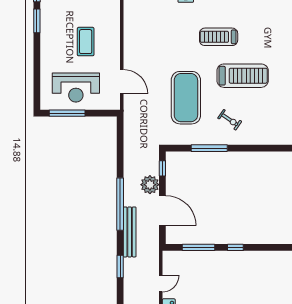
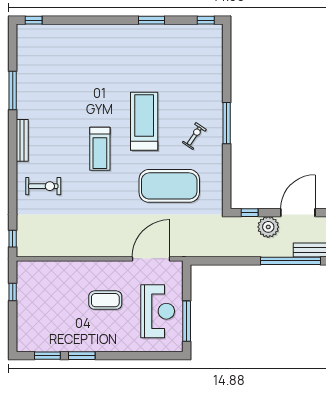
door: (122, 82) -> (151, 259), width x1.36
window: (209, 148) -> (227, 123), moved

